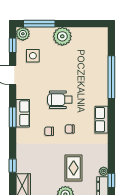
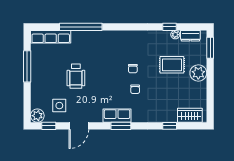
window: (39, 24) -> (27, 66), moved
plant: (62, 36) -> (40, 76), removed
wheelchair: (60, 100) -> (76, 76), moved
row of seats: (101, 120) -> (51, 37), moved, width x1.48
window: (111, 180) -> (169, 27), moved

